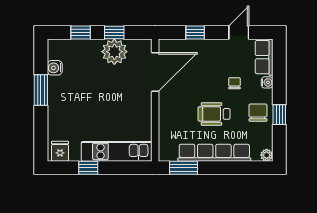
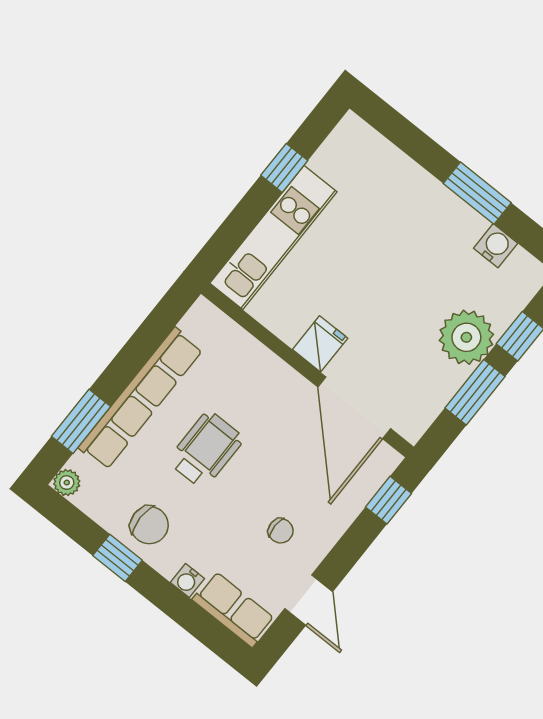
window: (114, 32) -> (475, 392), width x1.50
window: (195, 32) -> (389, 500), moved
plant: (114, 52) -> (466, 337), moved
chair: (234, 83) -> (281, 531), moved
fridge: (60, 151) -> (320, 344), moved, turned -90
window: (183, 168) -> (81, 421), moved

